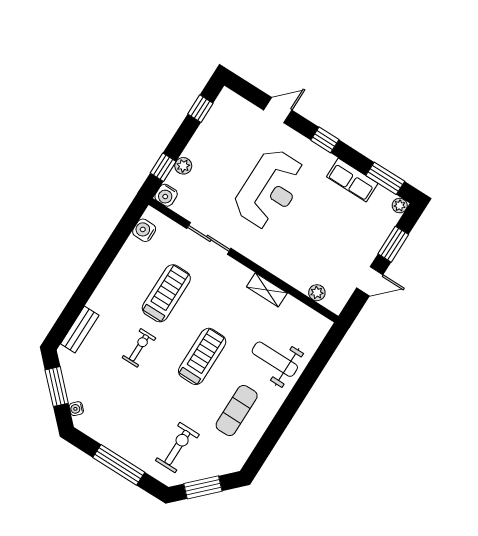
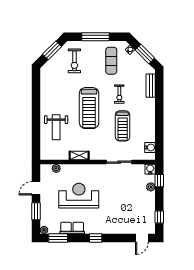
door: (278, 110) -> (142, 238), moved
reception desk: (270, 189) -> (79, 196), moved, turned 90
treadmill: (202, 356) -> (89, 108), width x1.37, depth x1.38
weight bench: (275, 359) -> (56, 127), turned 90
exercise mat: (237, 411) -> (111, 61), moved

